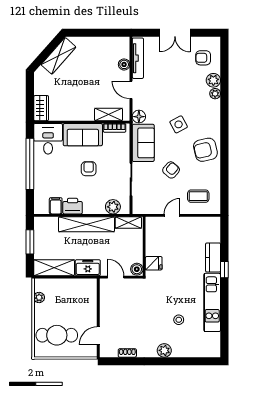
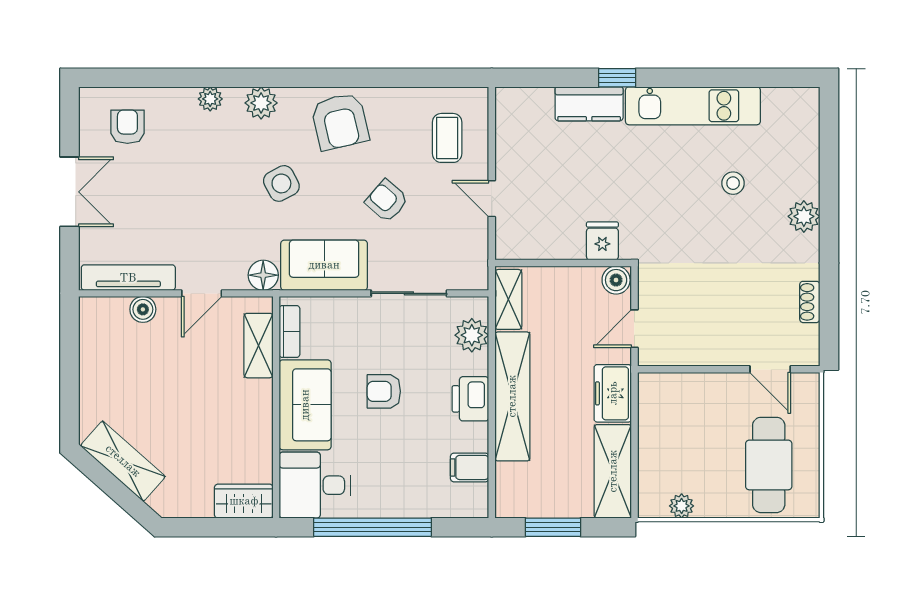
armchair: (203, 58) -> (127, 127), turned 180
plant: (213, 80) -> (261, 103), moved
printer: (73, 206) -> (470, 399), moved

